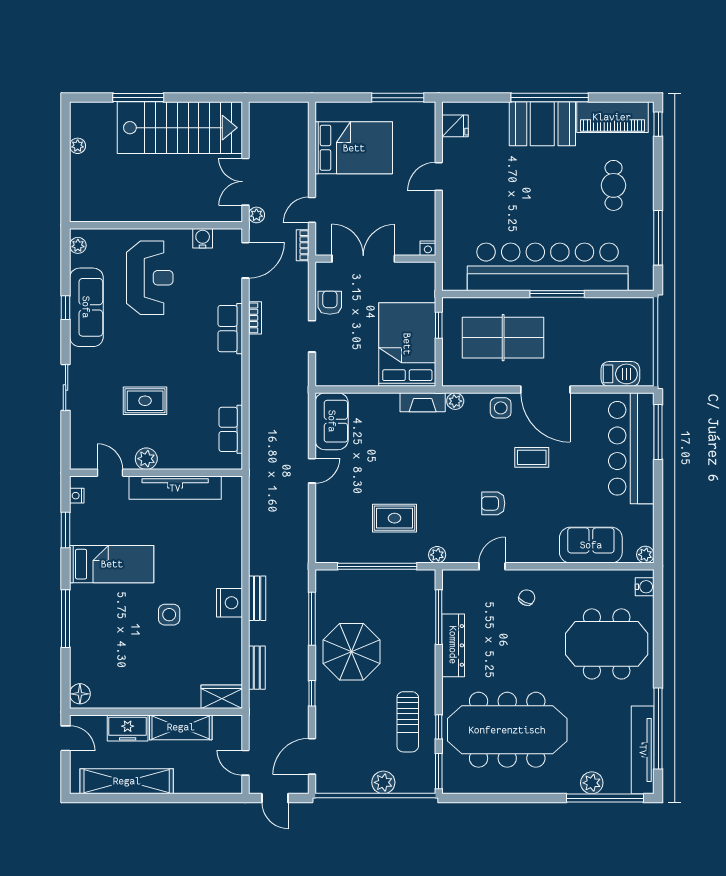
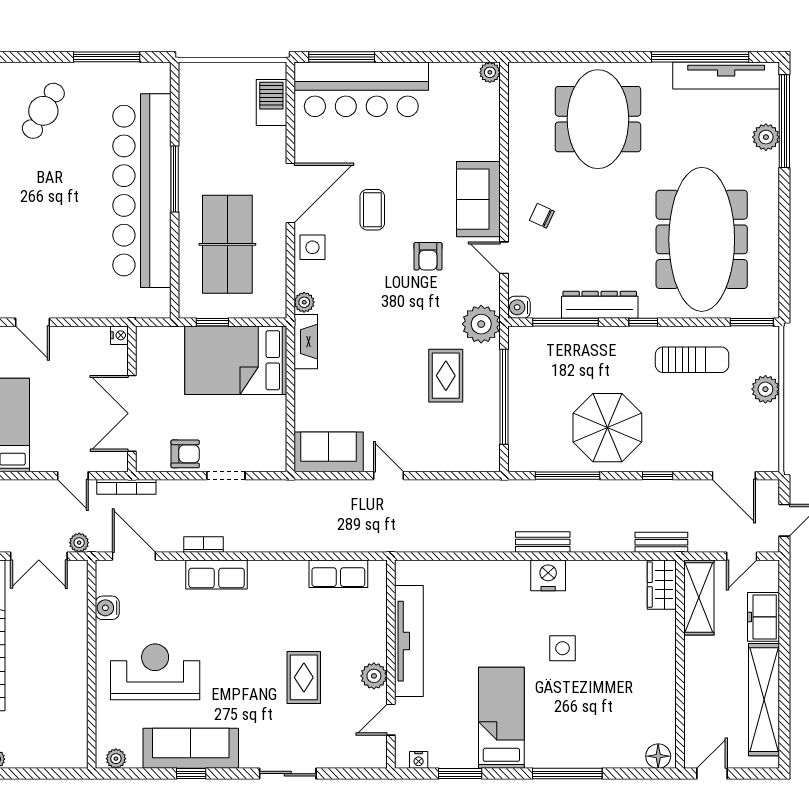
cafe table: (614, 185) -> (43, 111), turned -59
bookcase: (303, 245) -> (126, 487), width x1.56
armchair: (330, 303) -> (185, 454), turned 180
sofa: (591, 545) -> (478, 199), moved
plant: (437, 555) -> (481, 324), width x1.87, depth x1.87
water cooler: (645, 587) -> (519, 307), moved, turned -90
bench: (257, 668) -> (661, 542), moved
shelving: (181, 727) -> (699, 597), moved
window: (439, 727) -> (643, 322), moved
freezer: (128, 728) -> (763, 617), moved, turned 180

